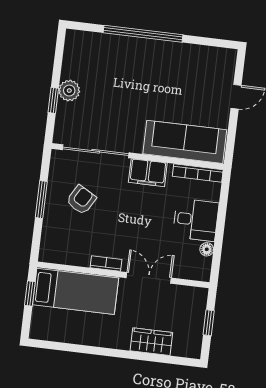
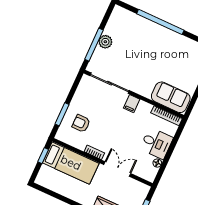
window: (53, 100) -> (94, 45), width x2.17
sofa: (185, 142) -> (171, 97), width x0.73
filing cabinet: (148, 173) -> (132, 104), width x0.50
window: (41, 200) -> (62, 114), moved
armchair: (81, 200) -> (81, 123), moved, turned -120

